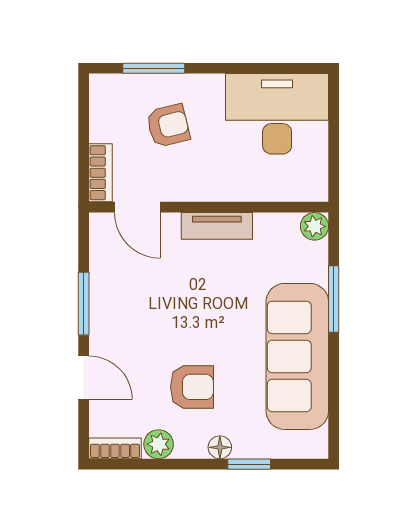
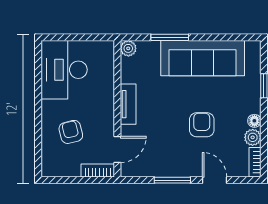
window: (154, 68) -> (38, 140), removed
door: (84, 378) -> (215, 180), hinge flipped
armchair: (192, 387) -> (202, 125), moved
floor lamp: (220, 447) -> (254, 121), moved

